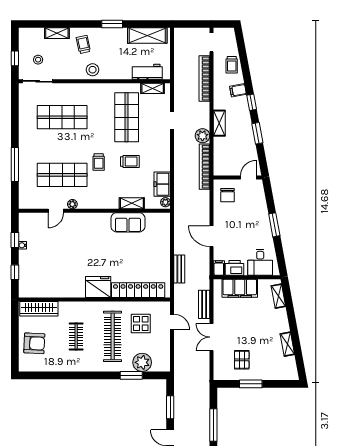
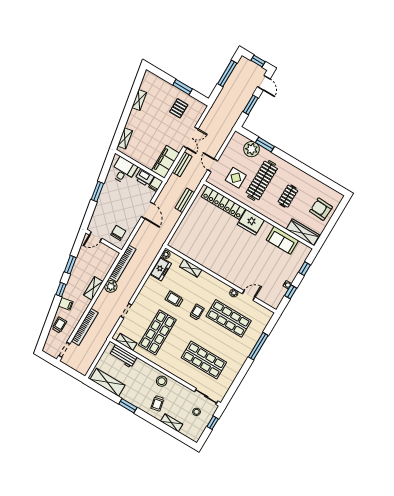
sofa: (128, 222) -> (282, 240), moved, turned 180
filing cabinet: (240, 288) -> (166, 162), moved, turned -90

